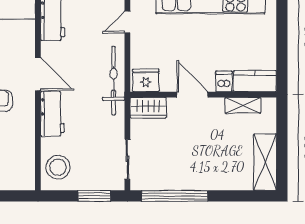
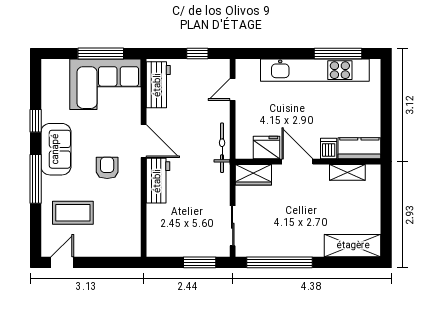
fridge: (146, 80) -> (267, 148), moved
bicycle: (114, 81) -> (222, 148), width x0.73, depth x0.71
shelving: (265, 162) -> (353, 246), moved, turned 90
stool: (58, 167) -> (164, 234), removed

